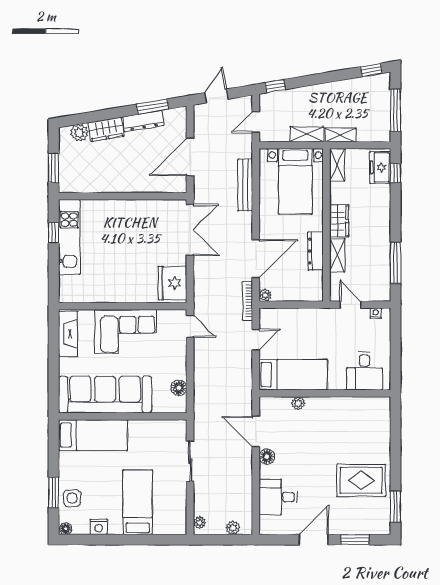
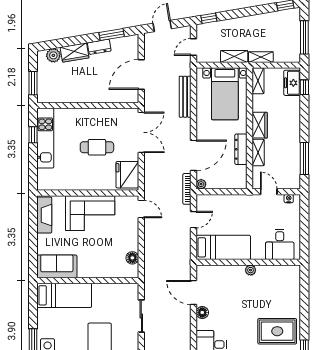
dresser: (143, 121) -> (99, 47), width x0.70
cafe table: (134, 249) -> (97, 147), added
sofa: (105, 395) -> (57, 266), width x0.54, depth x0.79
plant: (298, 403) -> (251, 270), moved

